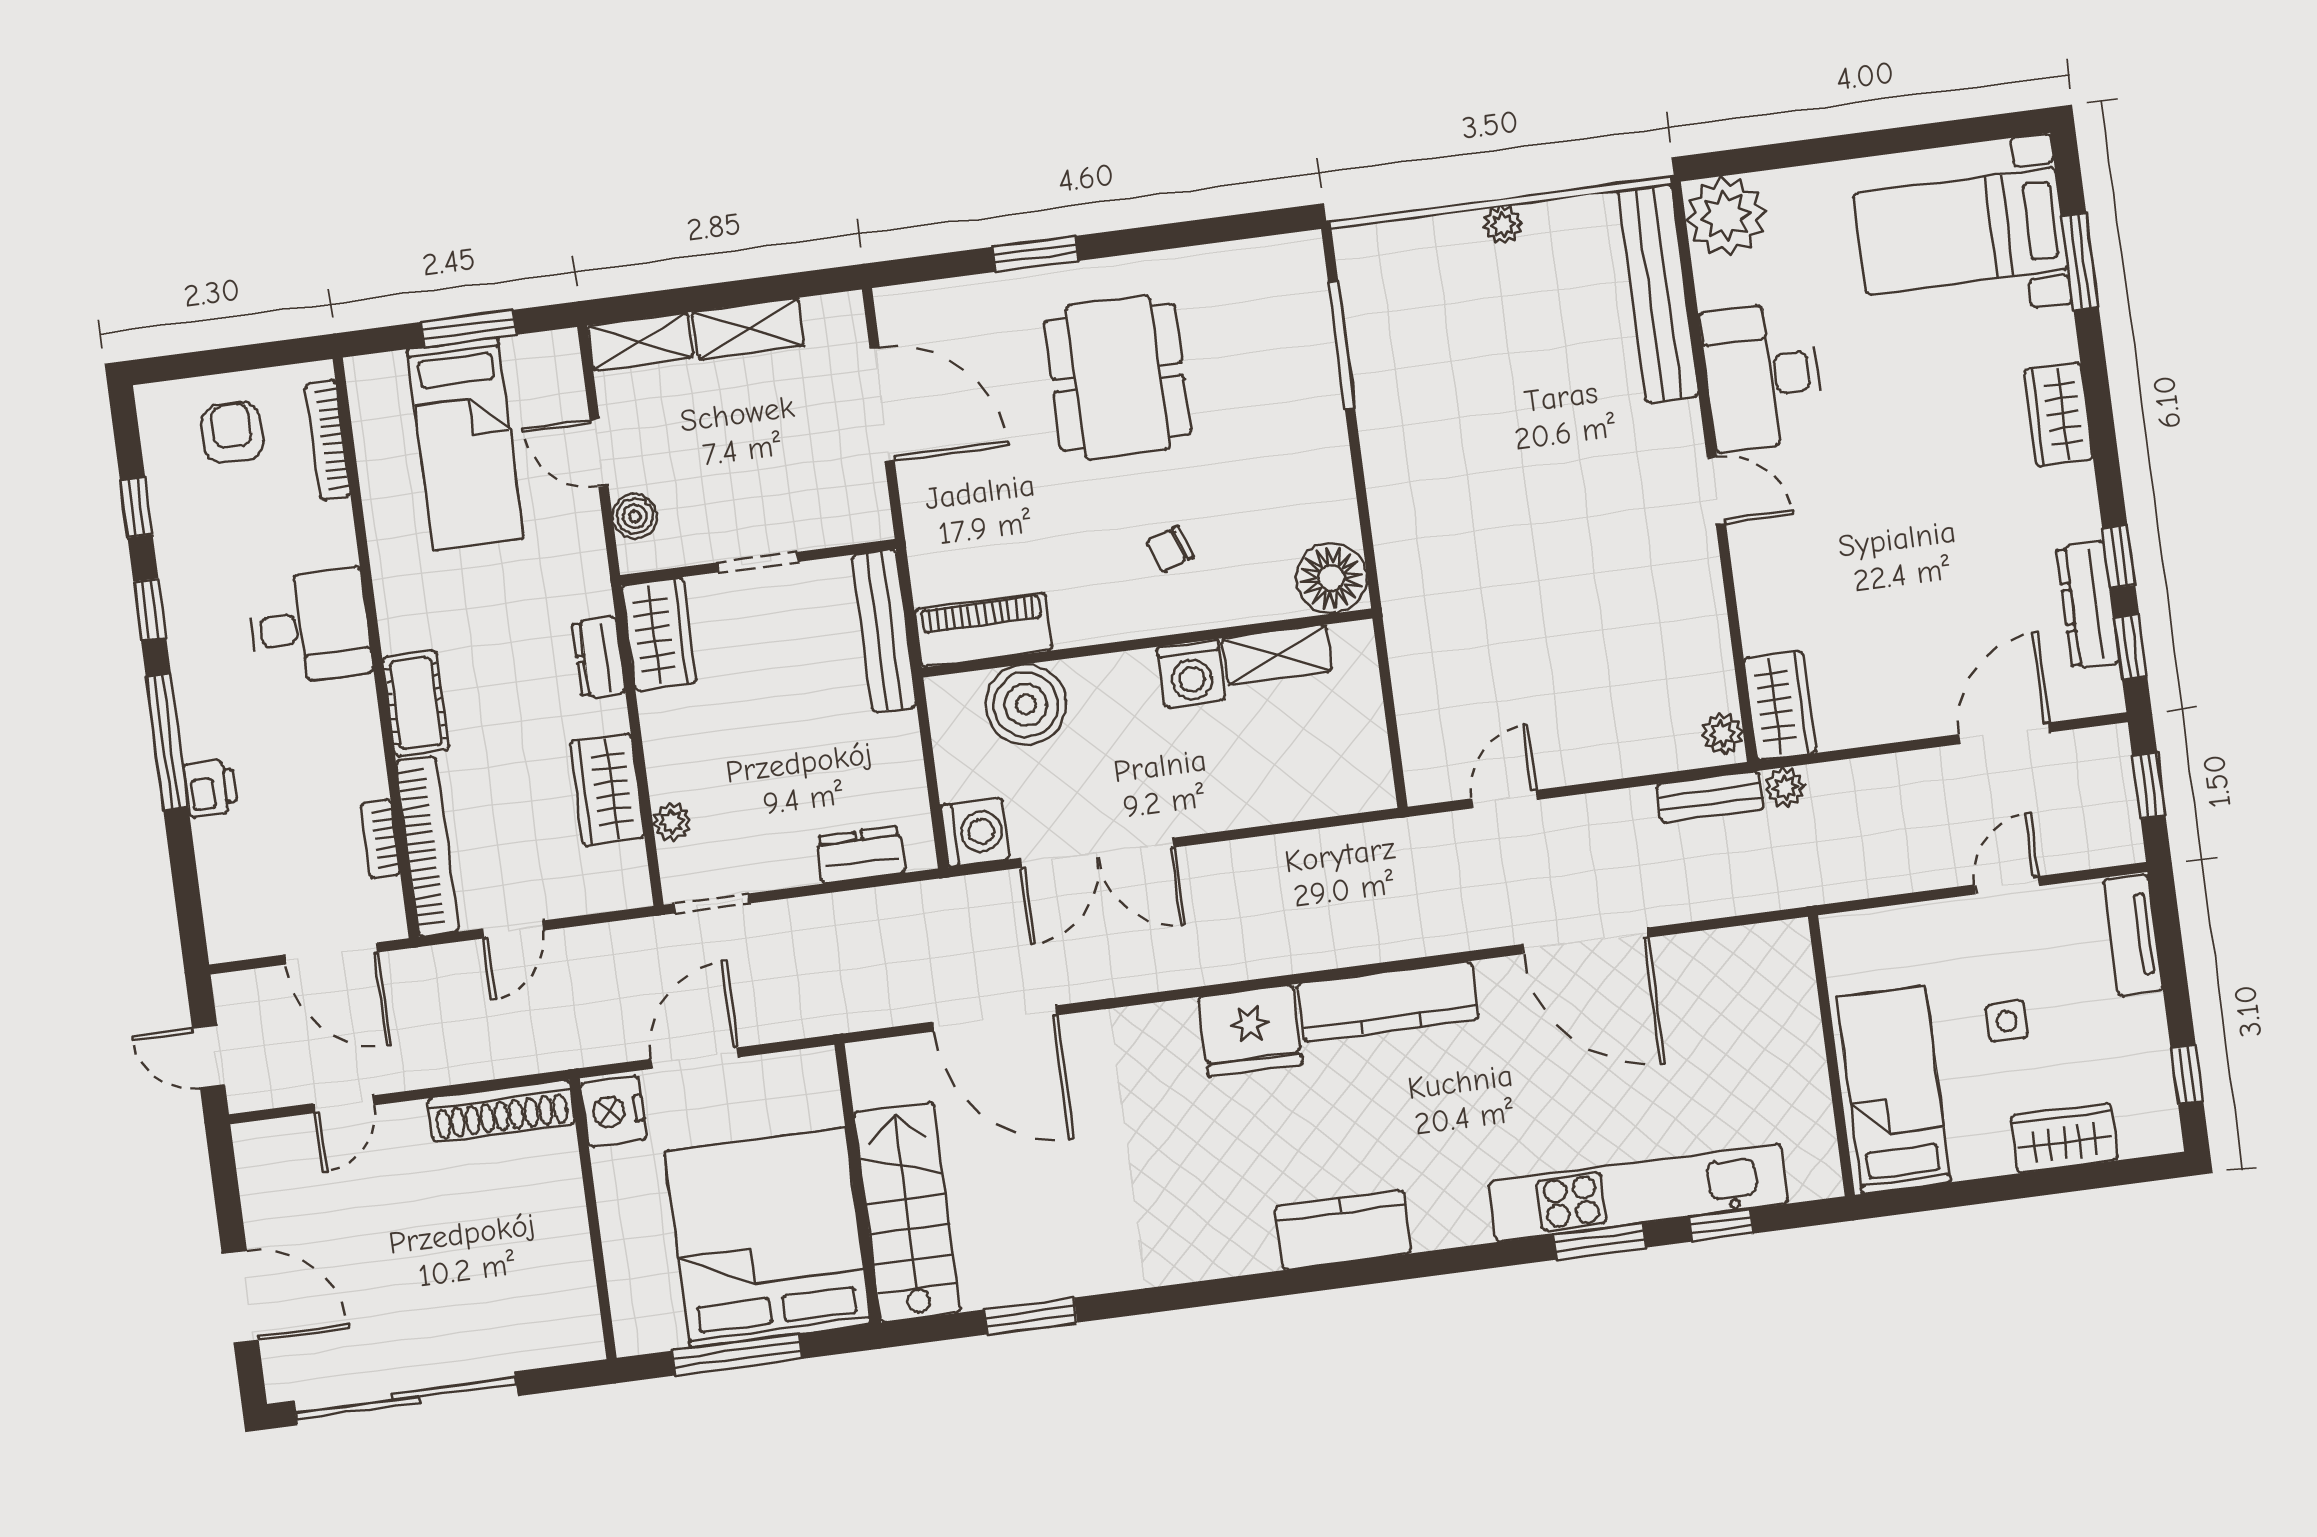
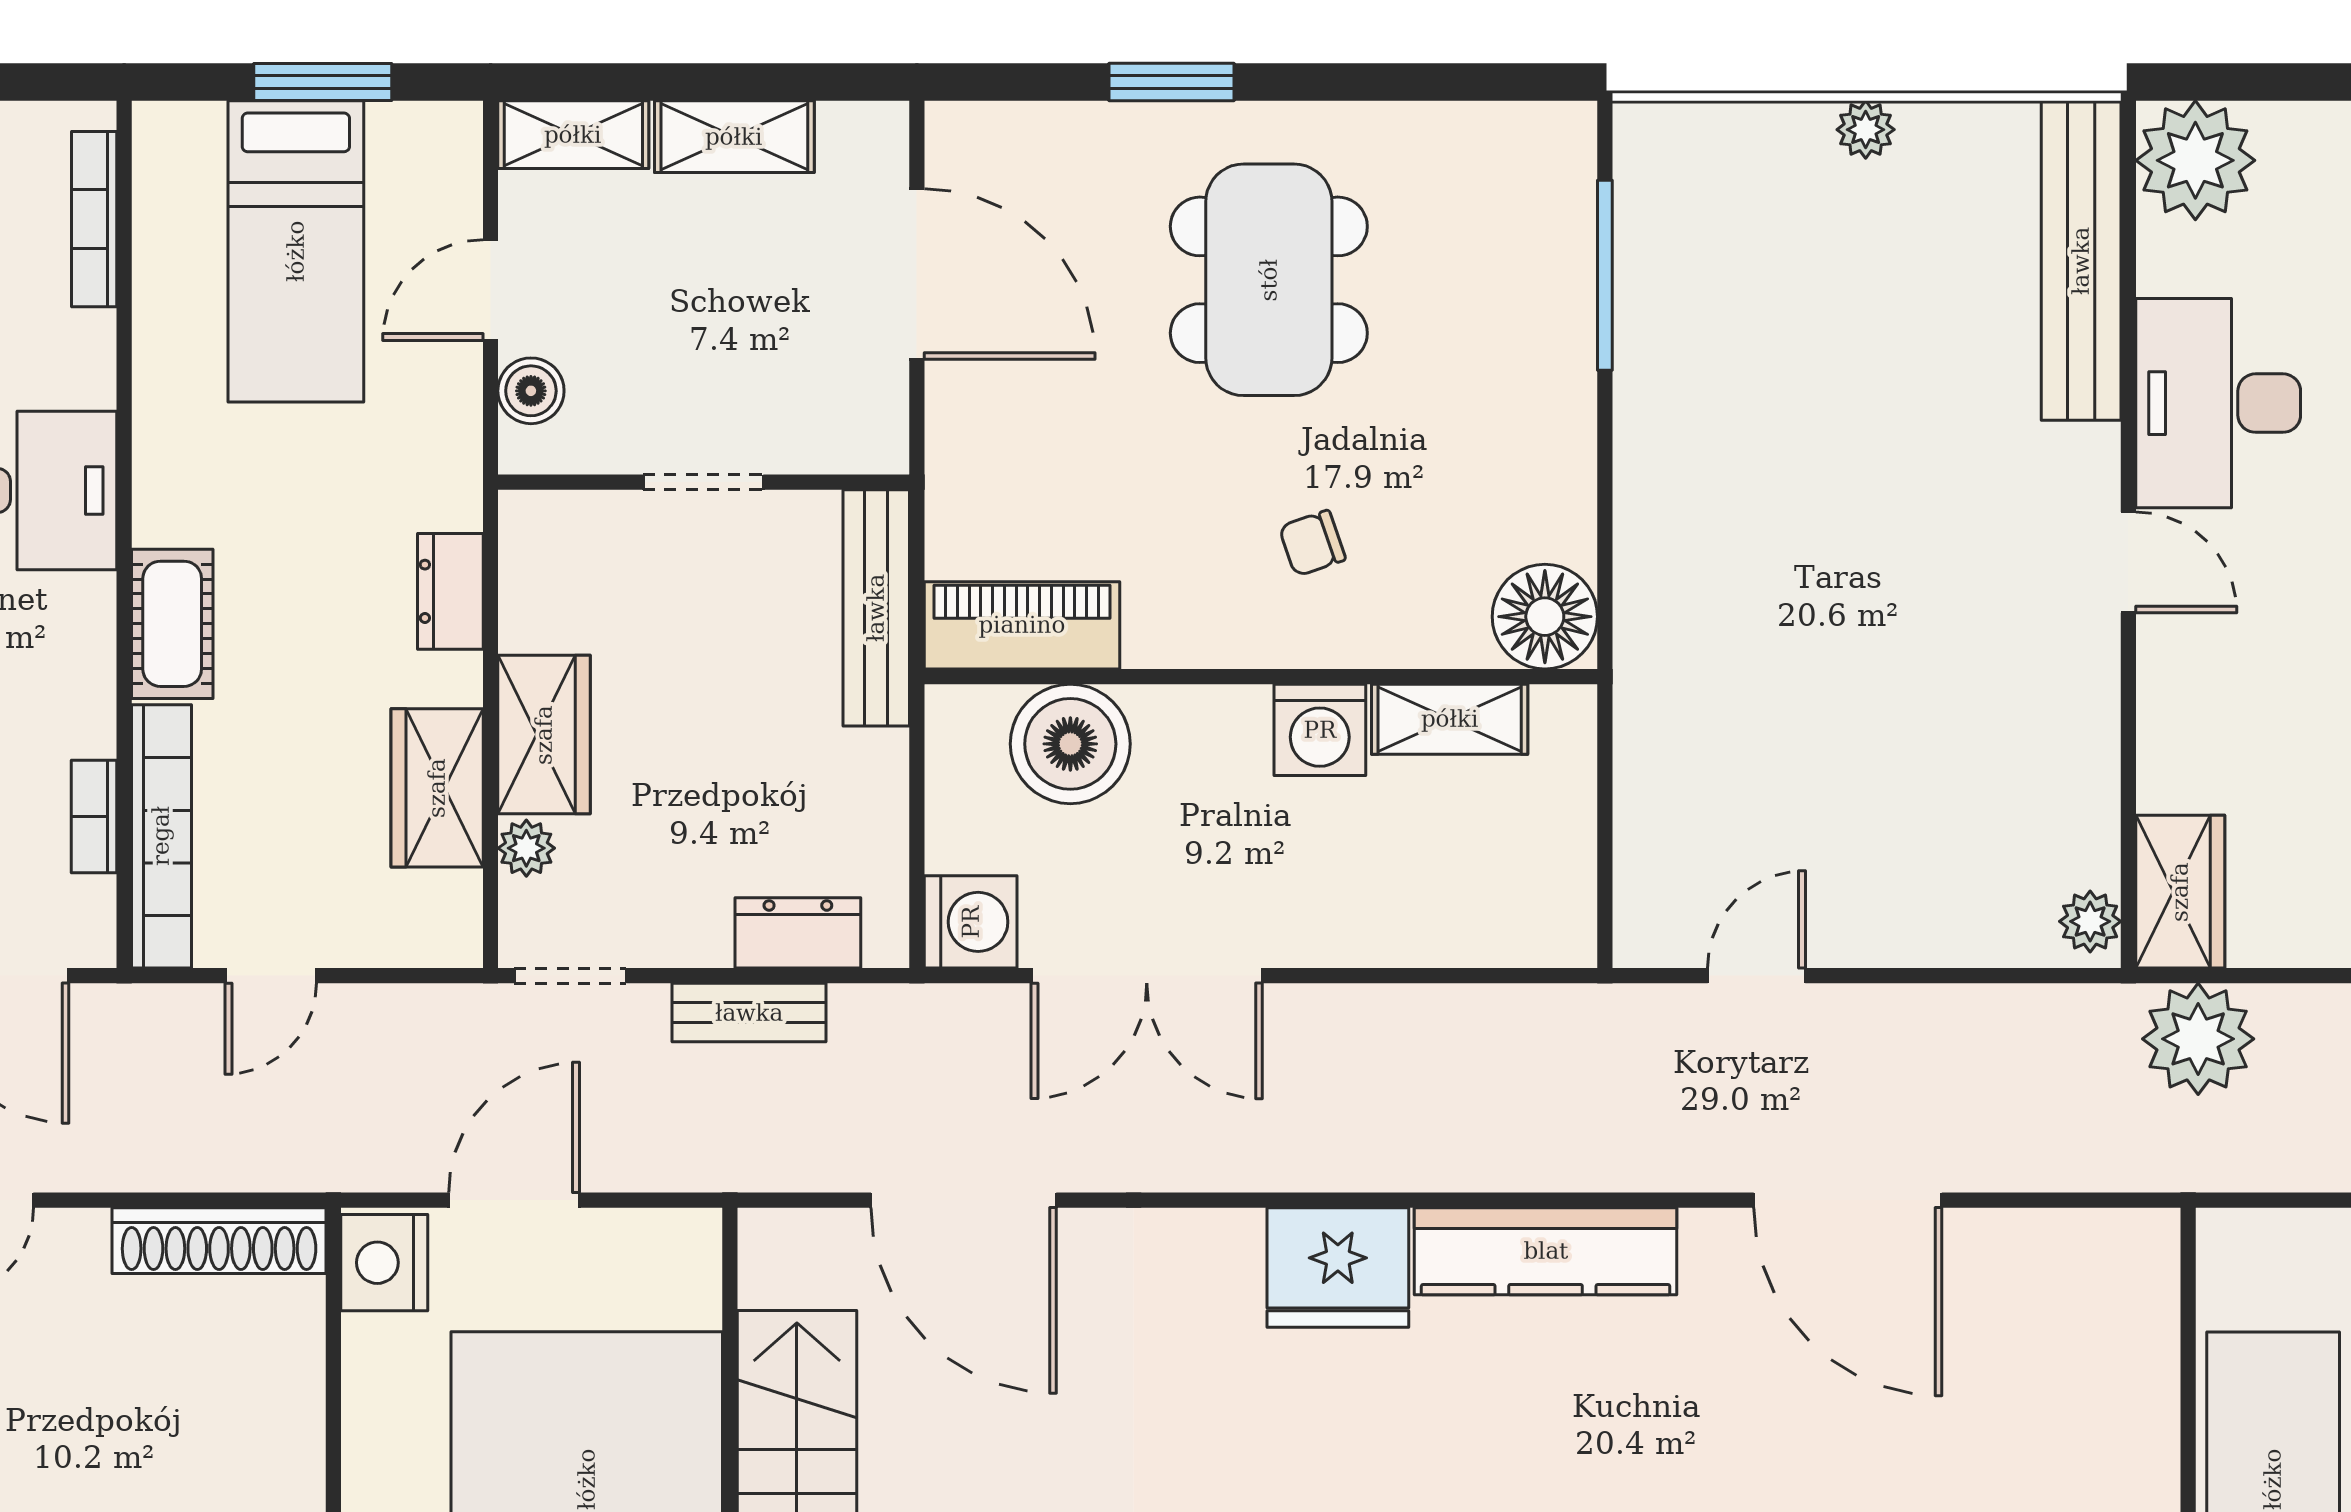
door: (599, 453) -> (491, 290), hinge flipped
wardrobe: (659, 634) -> (544, 735), moved
plant: (1785, 787) -> (2198, 1039), width x1.88, depth x1.88
bench: (1710, 797) -> (749, 1013), moved

